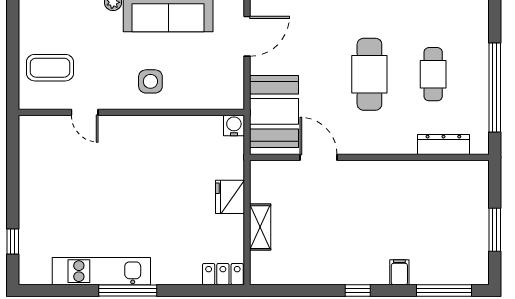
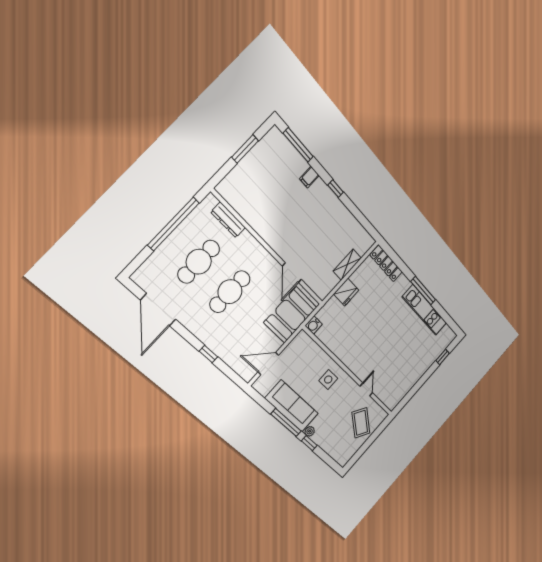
coffee table: (50, 68) -> (361, 423), turned 35
cafe table: (433, 74) -> (199, 262), width x1.37, depth x1.35
locker: (223, 274) -> (386, 263), width x1.53

